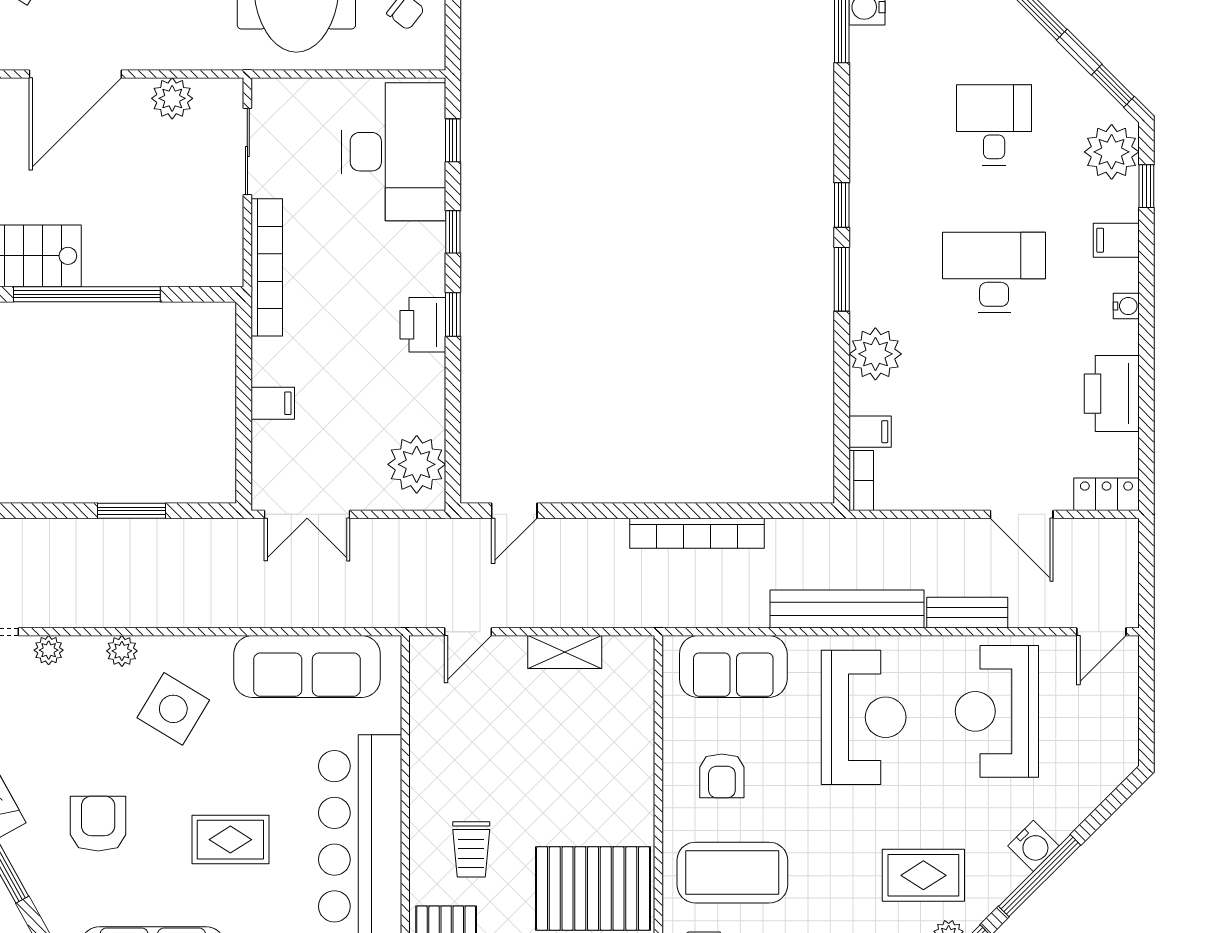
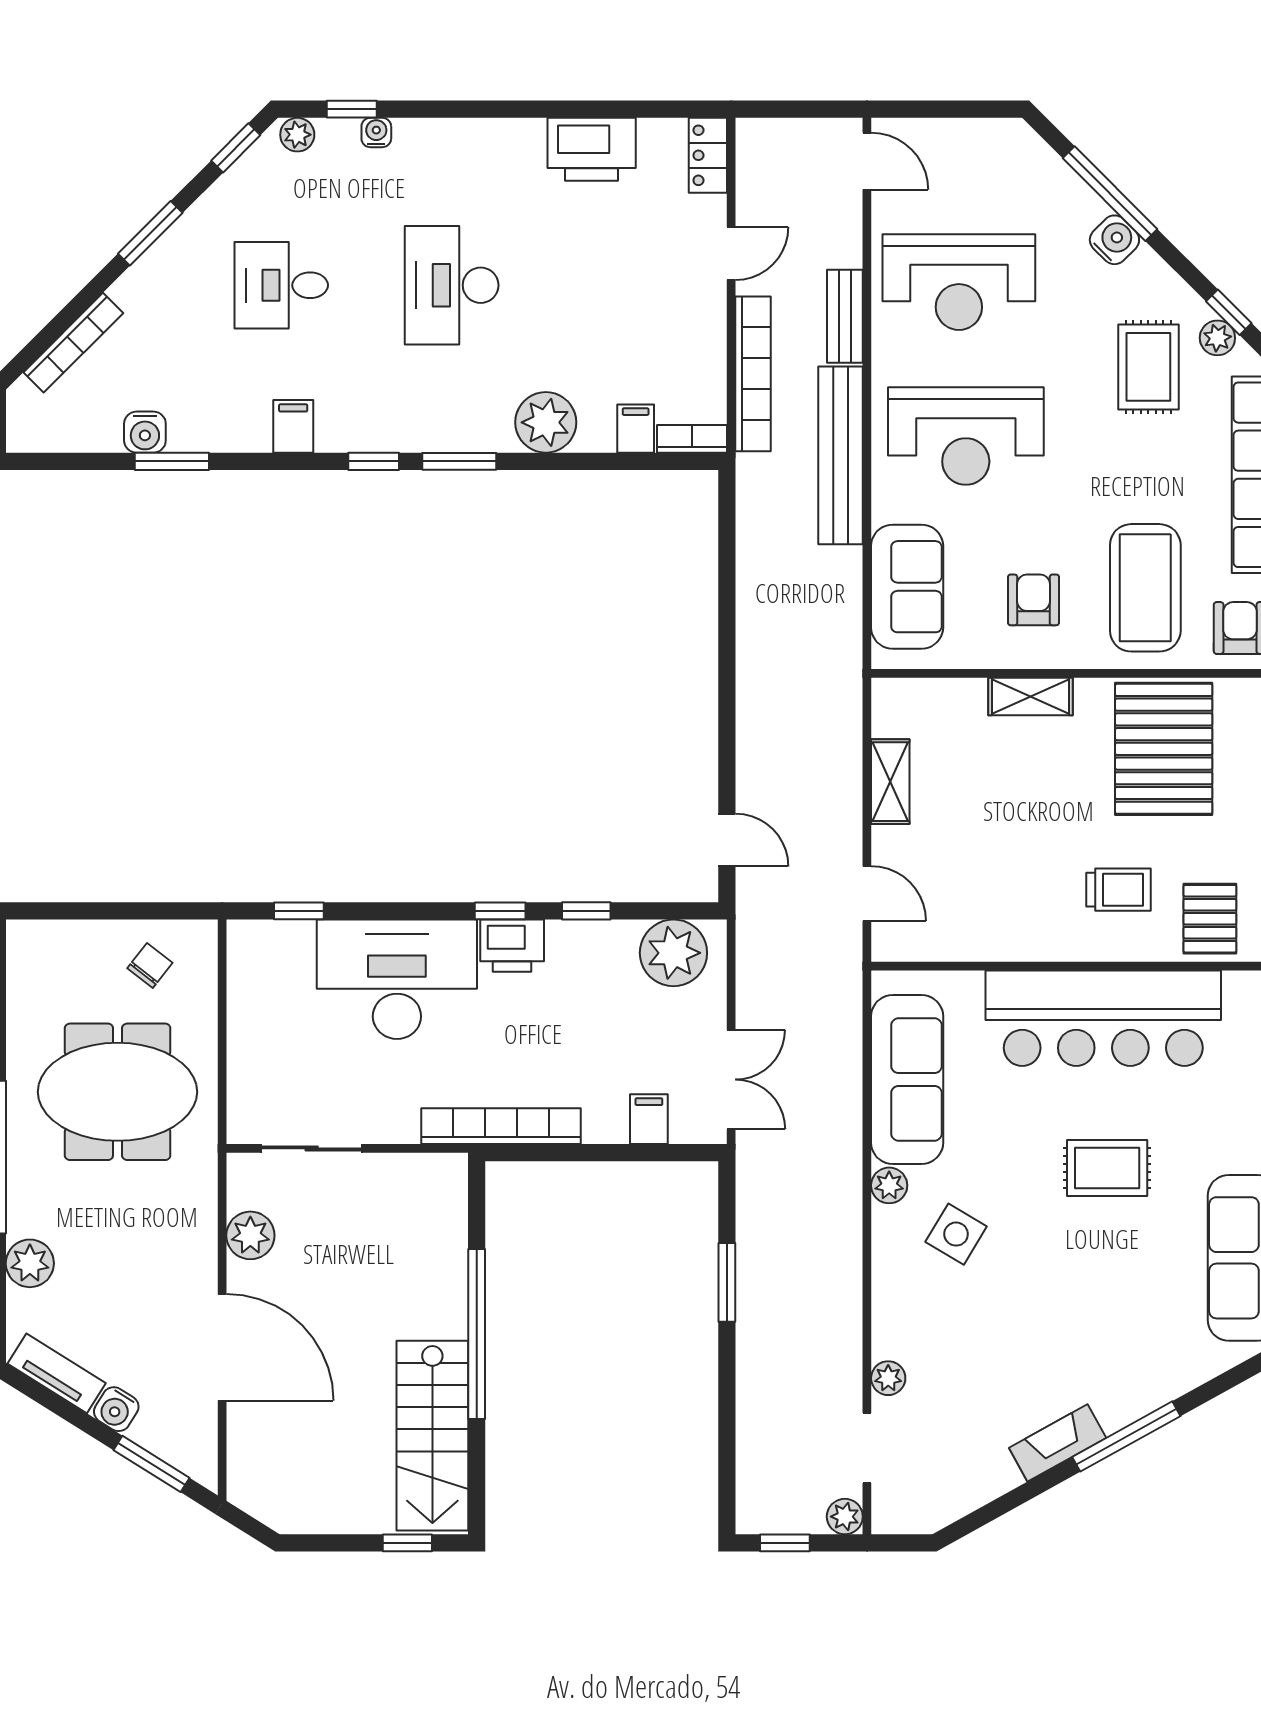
desk: (394, 152) -> (397, 979), moved
plant: (1112, 152) -> (297, 135), width x0.53, depth x0.53
window: (453, 232) -> (586, 911), moved
filing cabinet: (1116, 240) -> (293, 426), moved, turned 180
bookcase: (267, 267) -> (501, 1126), moved
water cooler: (1126, 306) -> (376, 132), moved
filing cabinet: (273, 403) -> (649, 1119), moved
door: (1022, 514) -> (731, 253), width x0.73
bookcase: (697, 533) -> (753, 374), moved
plant: (122, 651) -> (889, 1185), moved
side table: (173, 709) -> (956, 1234), width x0.73, depth x0.73
reception desk: (864, 717) -> (966, 436), turned 180
shelving: (638, 773) -> (1031, 697), added
armchair: (722, 776) -> (1033, 600), turned -90
armchair: (98, 824) -> (1089, 1321), removed
rug: (230, 840) -> (1107, 1168), turned 90
window: (1040, 876) -> (1110, 194), moved

